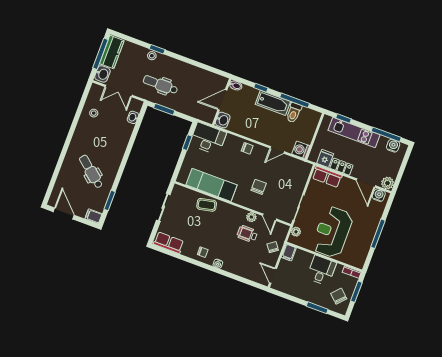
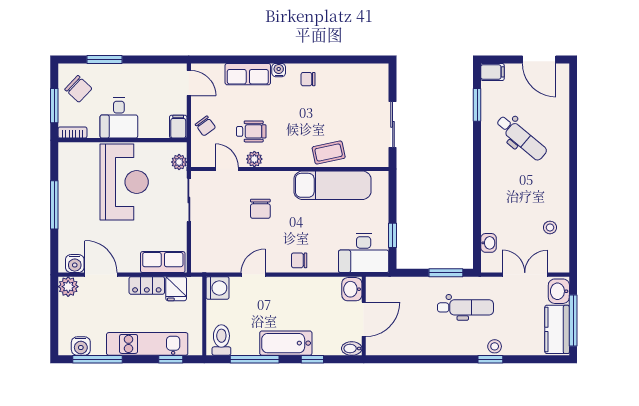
toilet: (294, 113) -> (221, 340), moved
row of seats: (169, 243) -> (248, 74), moved

